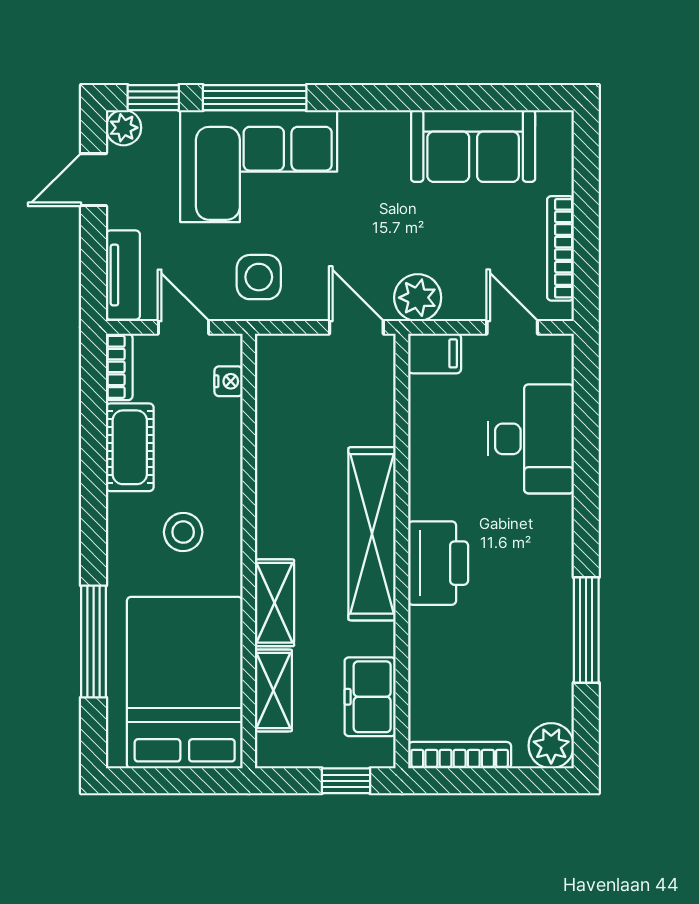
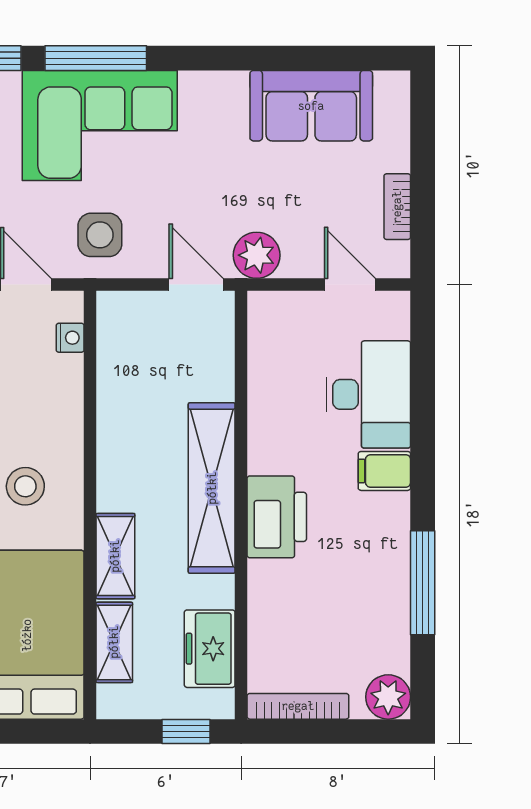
bookcase: (560, 248) -> (397, 207), width x0.64
filing cabinet: (435, 353) -> (384, 471), moved, turned 180

